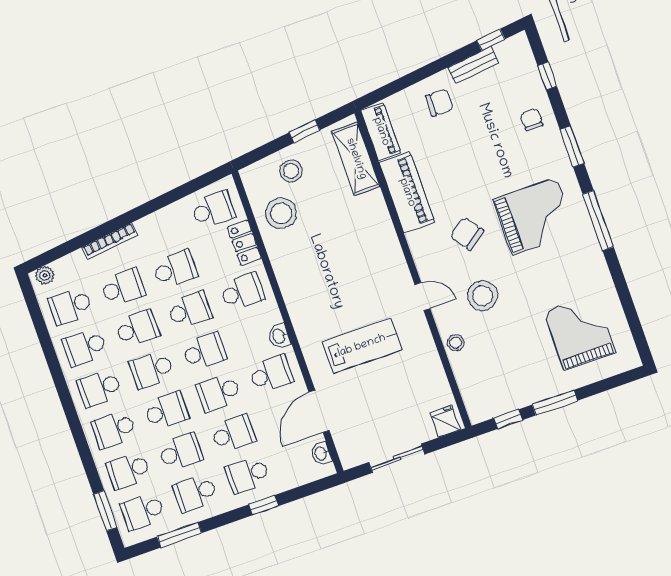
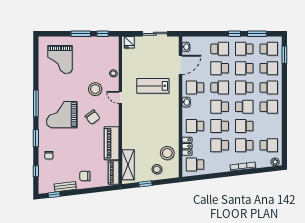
school desk: (85, 347) -> (269, 126), removed
school desk: (195, 493) -> (244, 49), turned 180
window: (264, 505) -> (235, 34), moved

